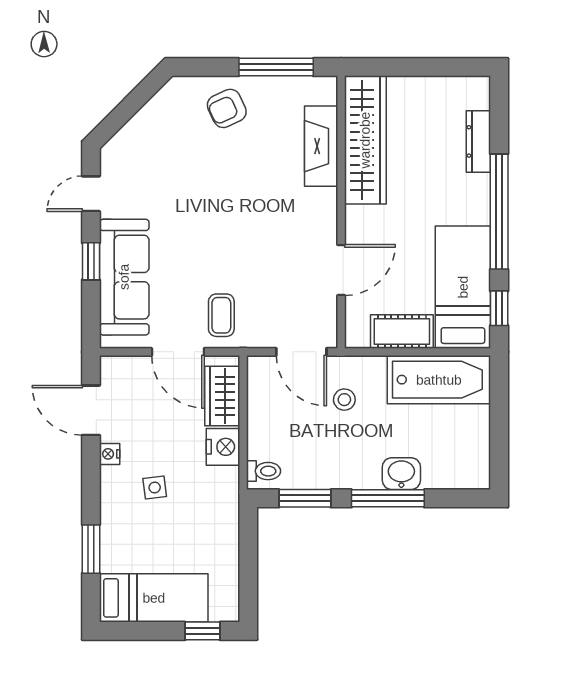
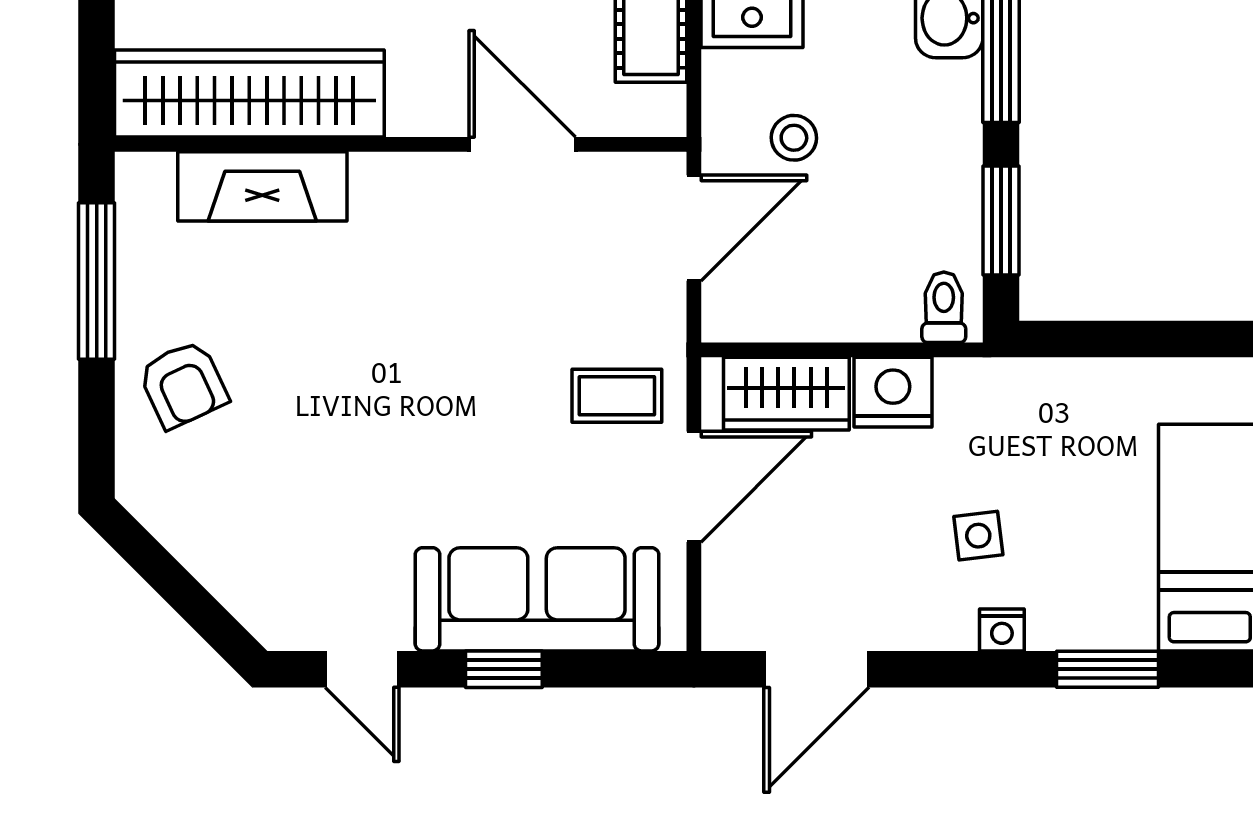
nightstand: (110, 454) -> (1002, 630), moved

